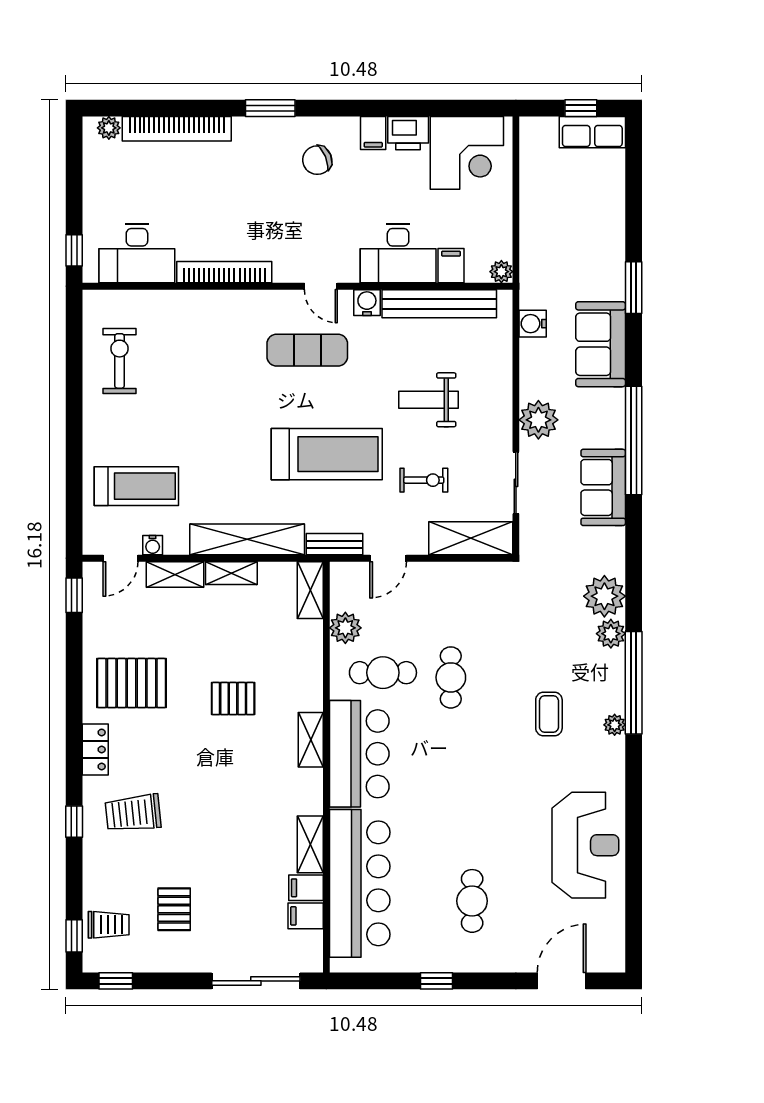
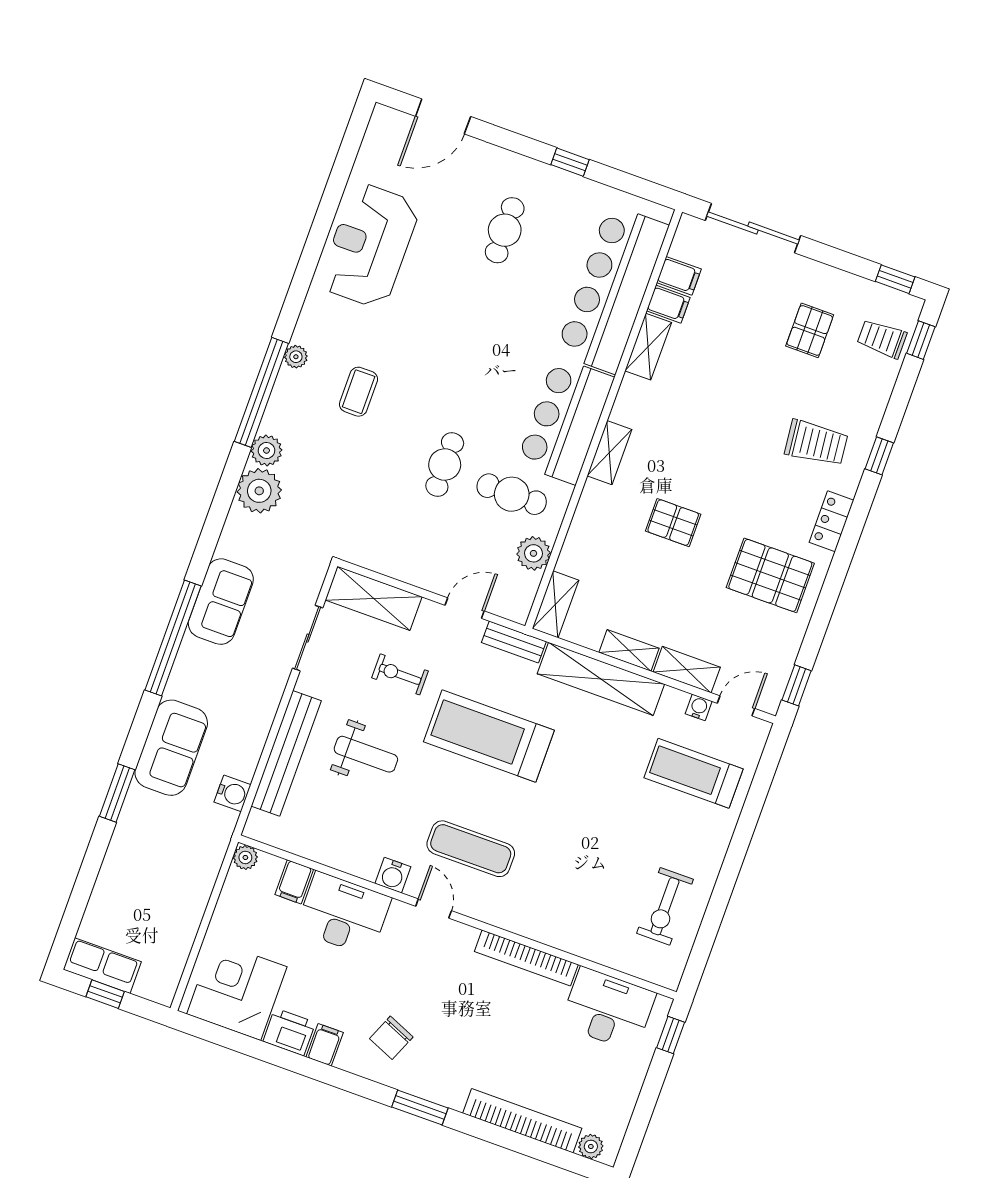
chair: (317, 160) -> (391, 1038), turned 136
bench: (439, 304) -> (286, 753), moved, turned 90
plant: (538, 420) -> (262, 694), removed

